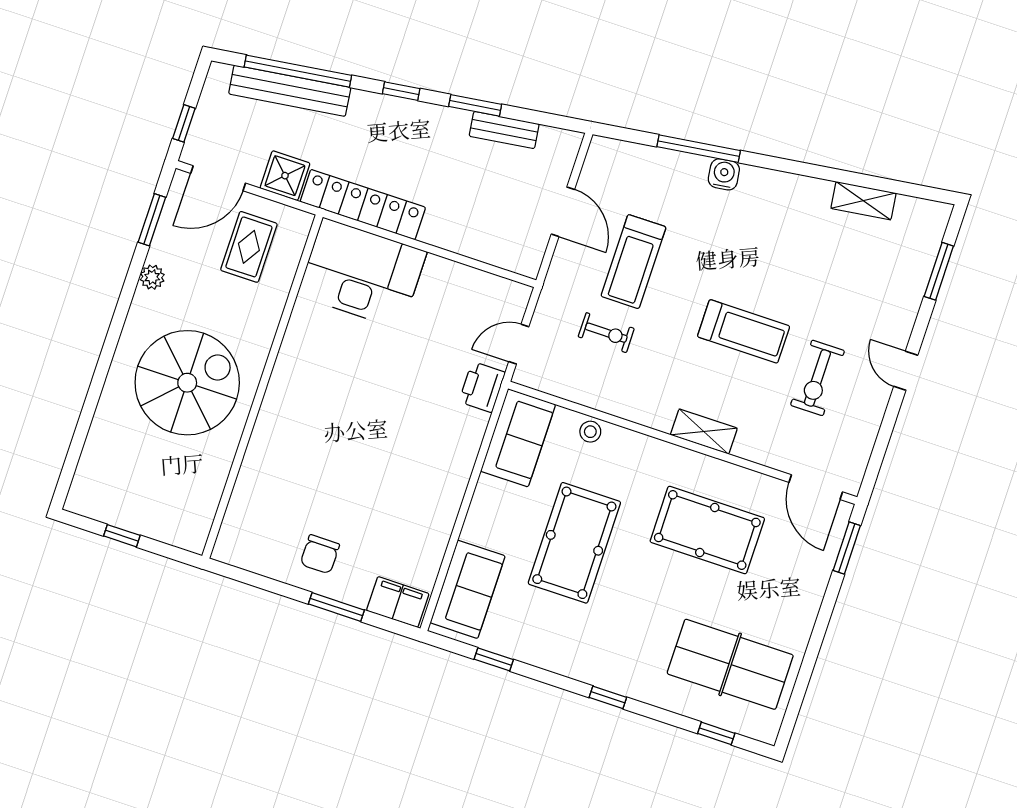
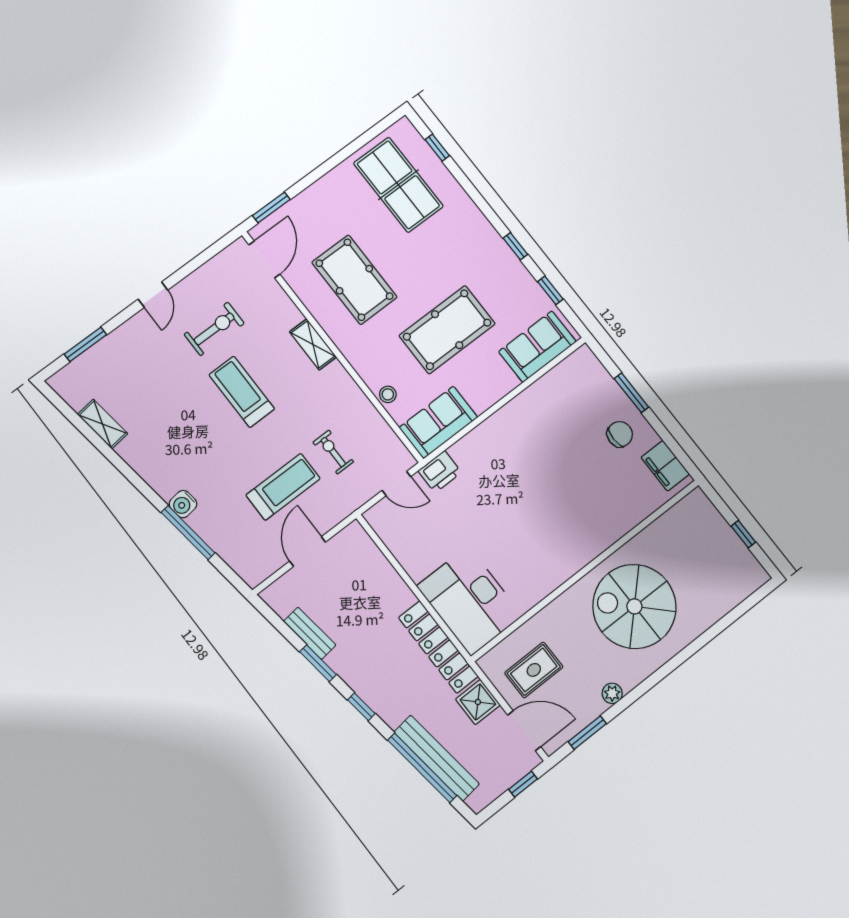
filing cabinet: (398, 602) -> (665, 466), moved
window: (608, 697) -> (515, 246), moved

